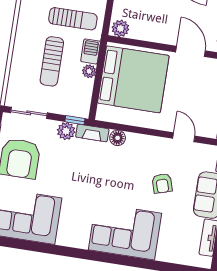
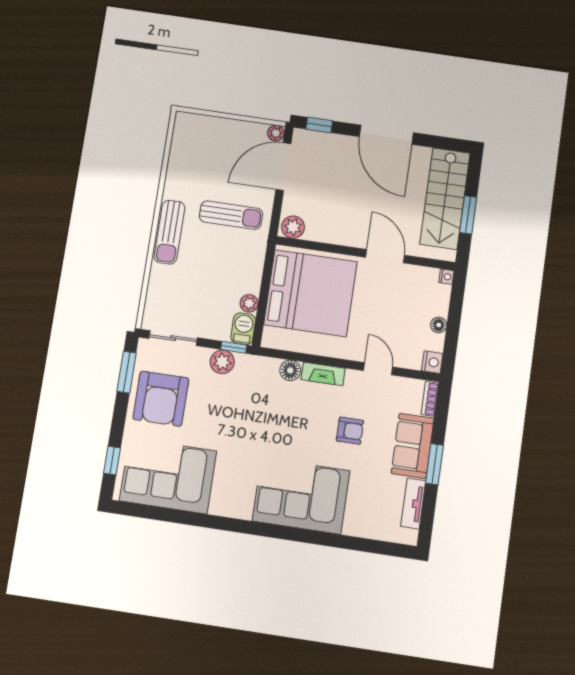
barbecue: (91, 51) -> (243, 329), moved
sun lounger: (52, 61) -> (169, 232), moved
plant: (89, 71) -> (249, 303), moved
fireplace: (92, 133) -> (323, 374), moved
armchair: (162, 183) -> (350, 431), turned -73

